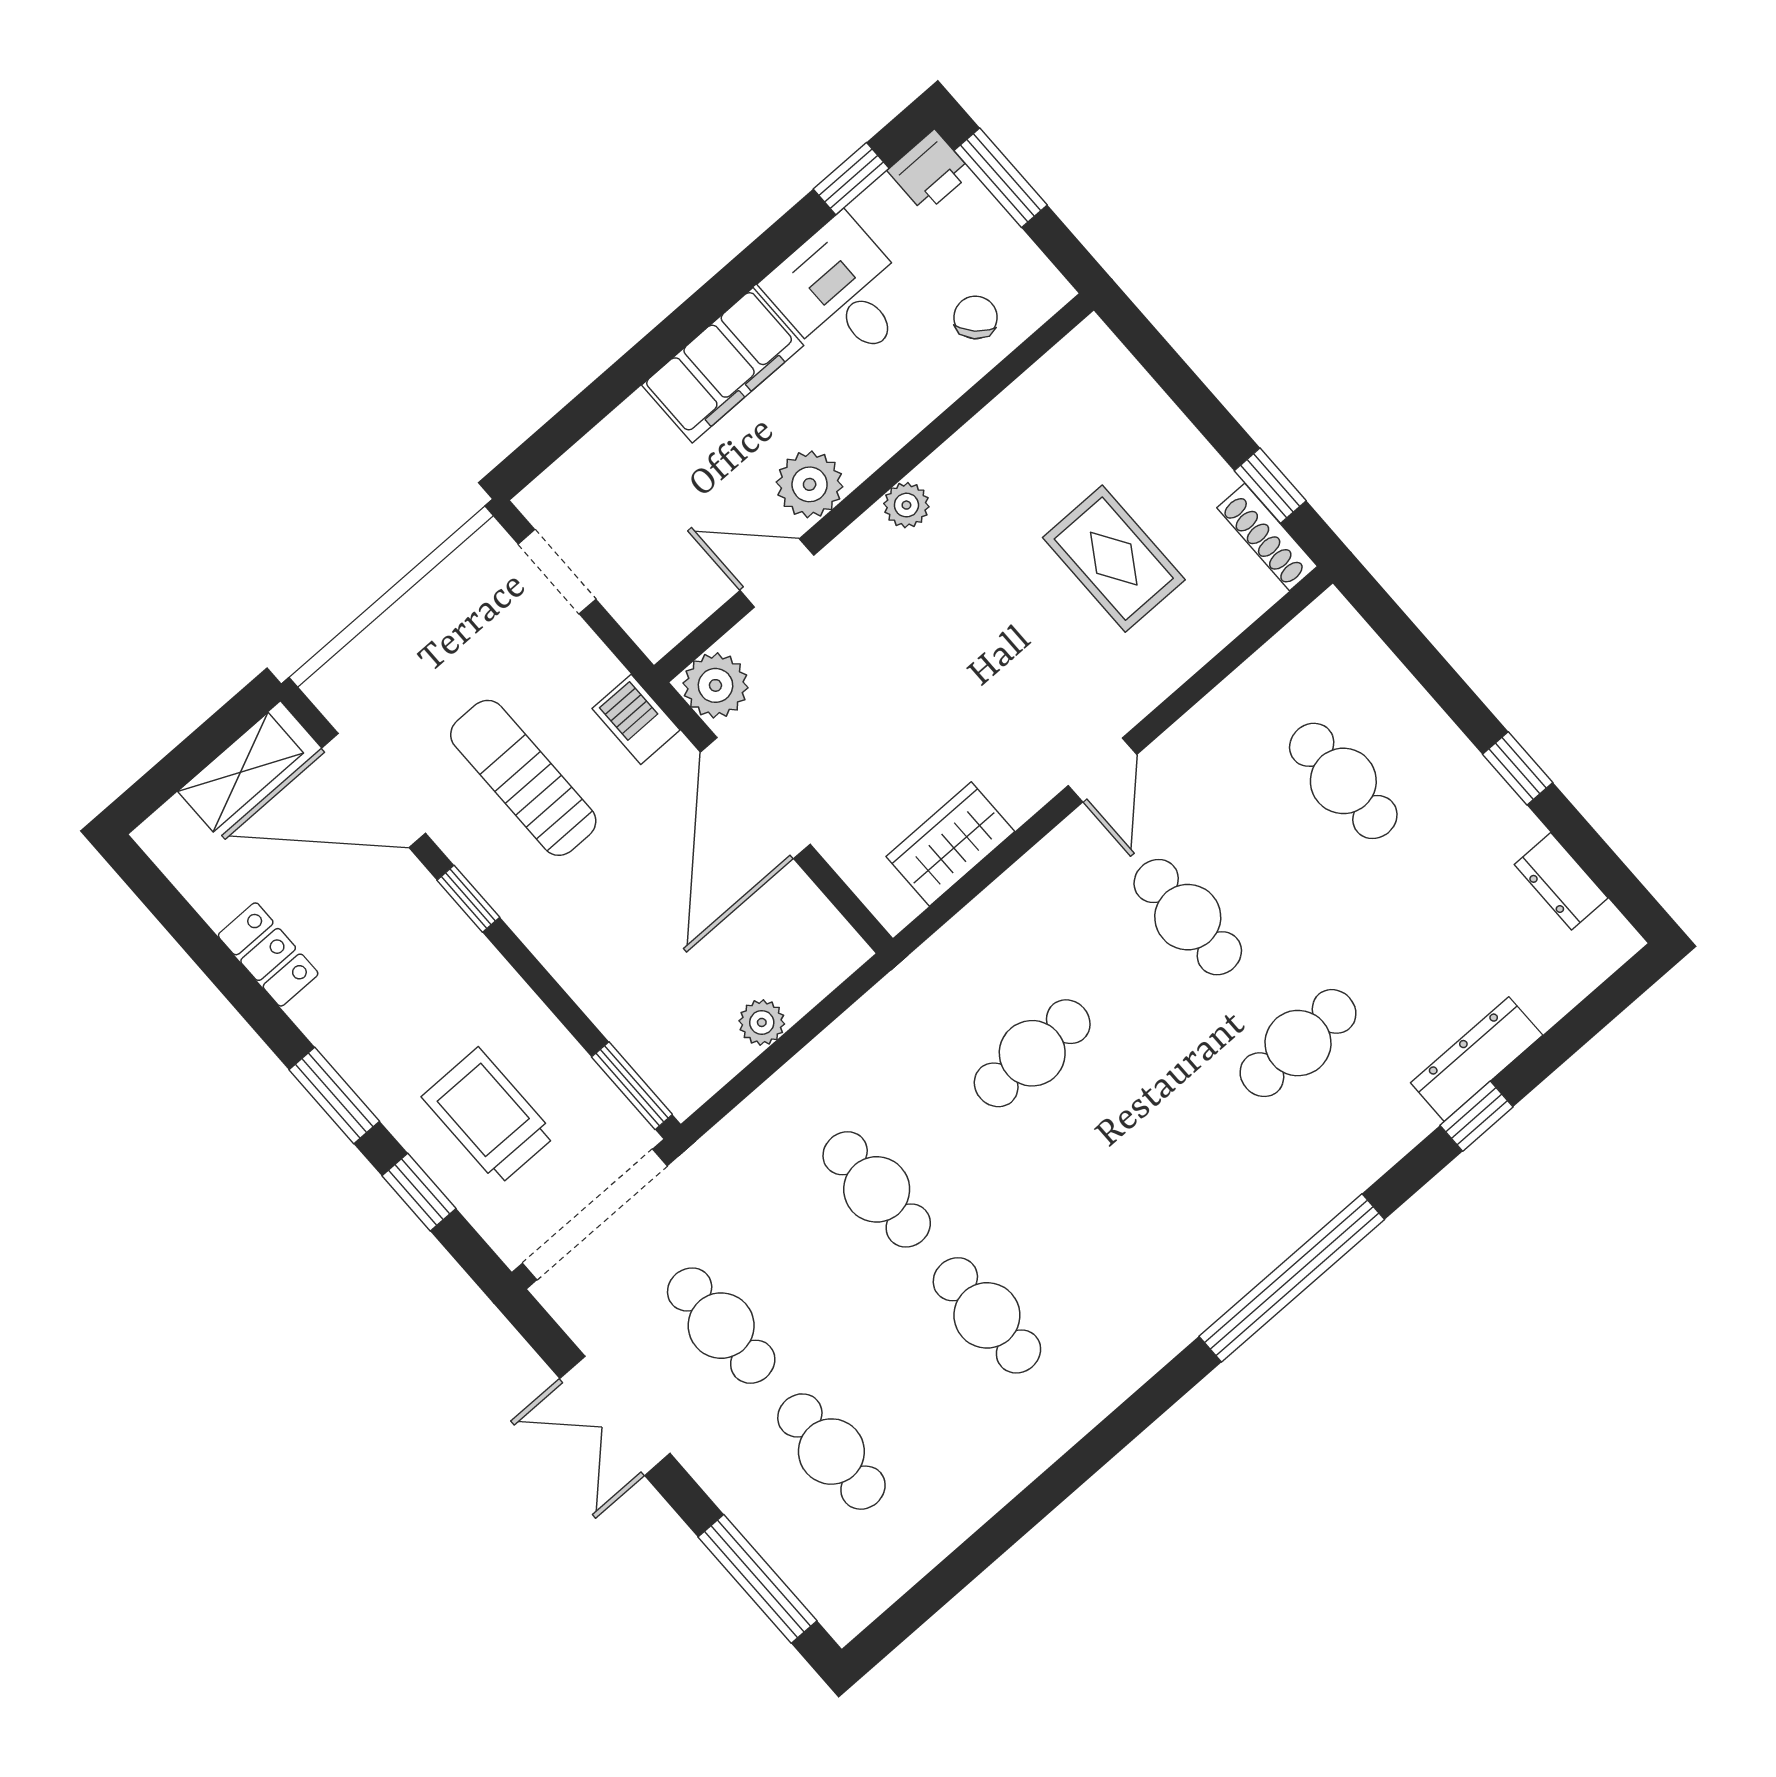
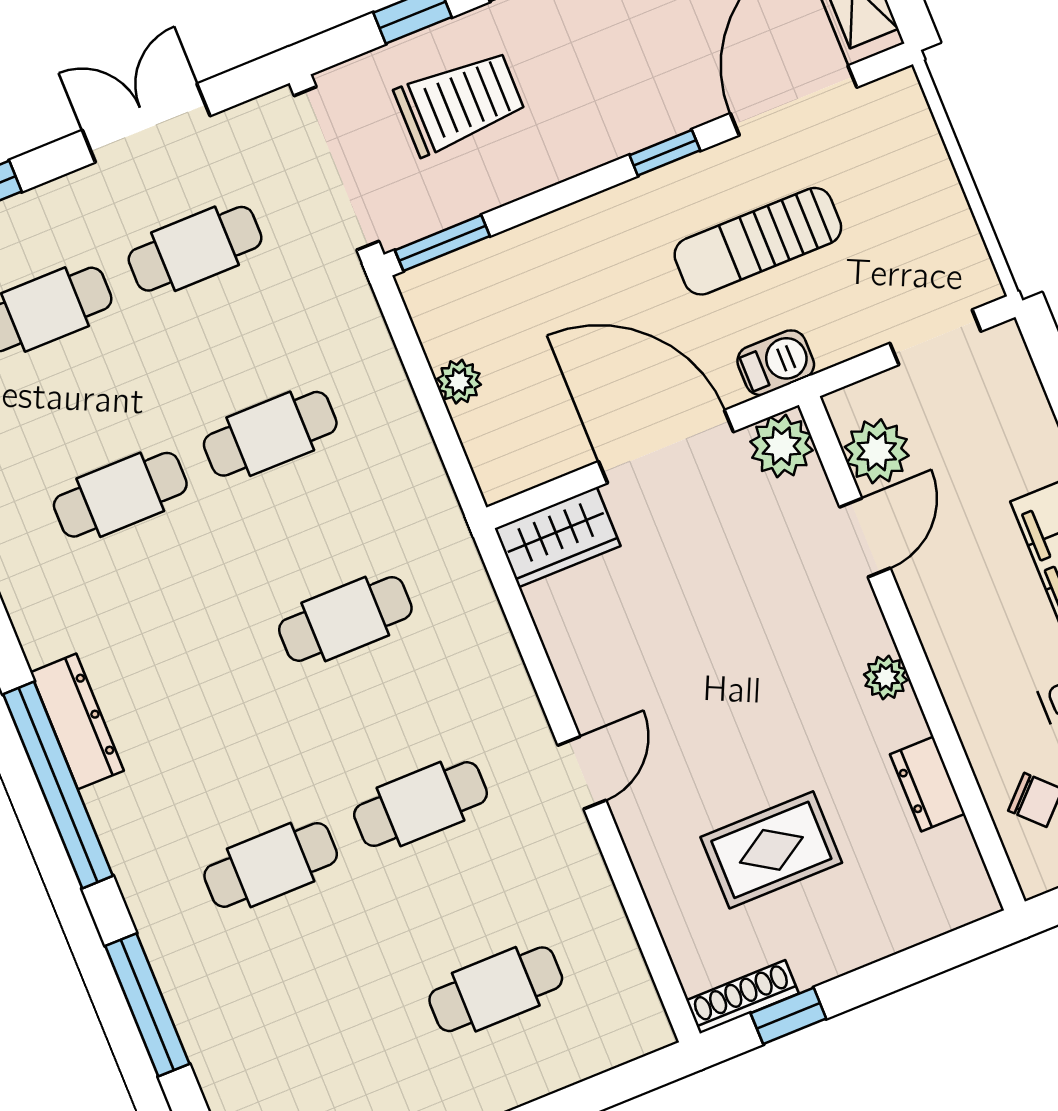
dresser: (997, 428) -> (928, 784), added
plant: (810, 484) -> (877, 451), moved
door: (1103, 770) -> (582, 773), swing flipped
sun lounger: (523, 778) -> (758, 241), turned 180
wardrobe: (950, 844) -> (558, 537), moved, turned 90
cafe table: (1298, 1043) -> (271, 865), turned 90
cafe table: (1032, 1053) -> (345, 619), turned 90
dresser: (1477, 1059) -> (77, 721), moved
window: (1477, 1116) -> (147, 1005), width x2.17

